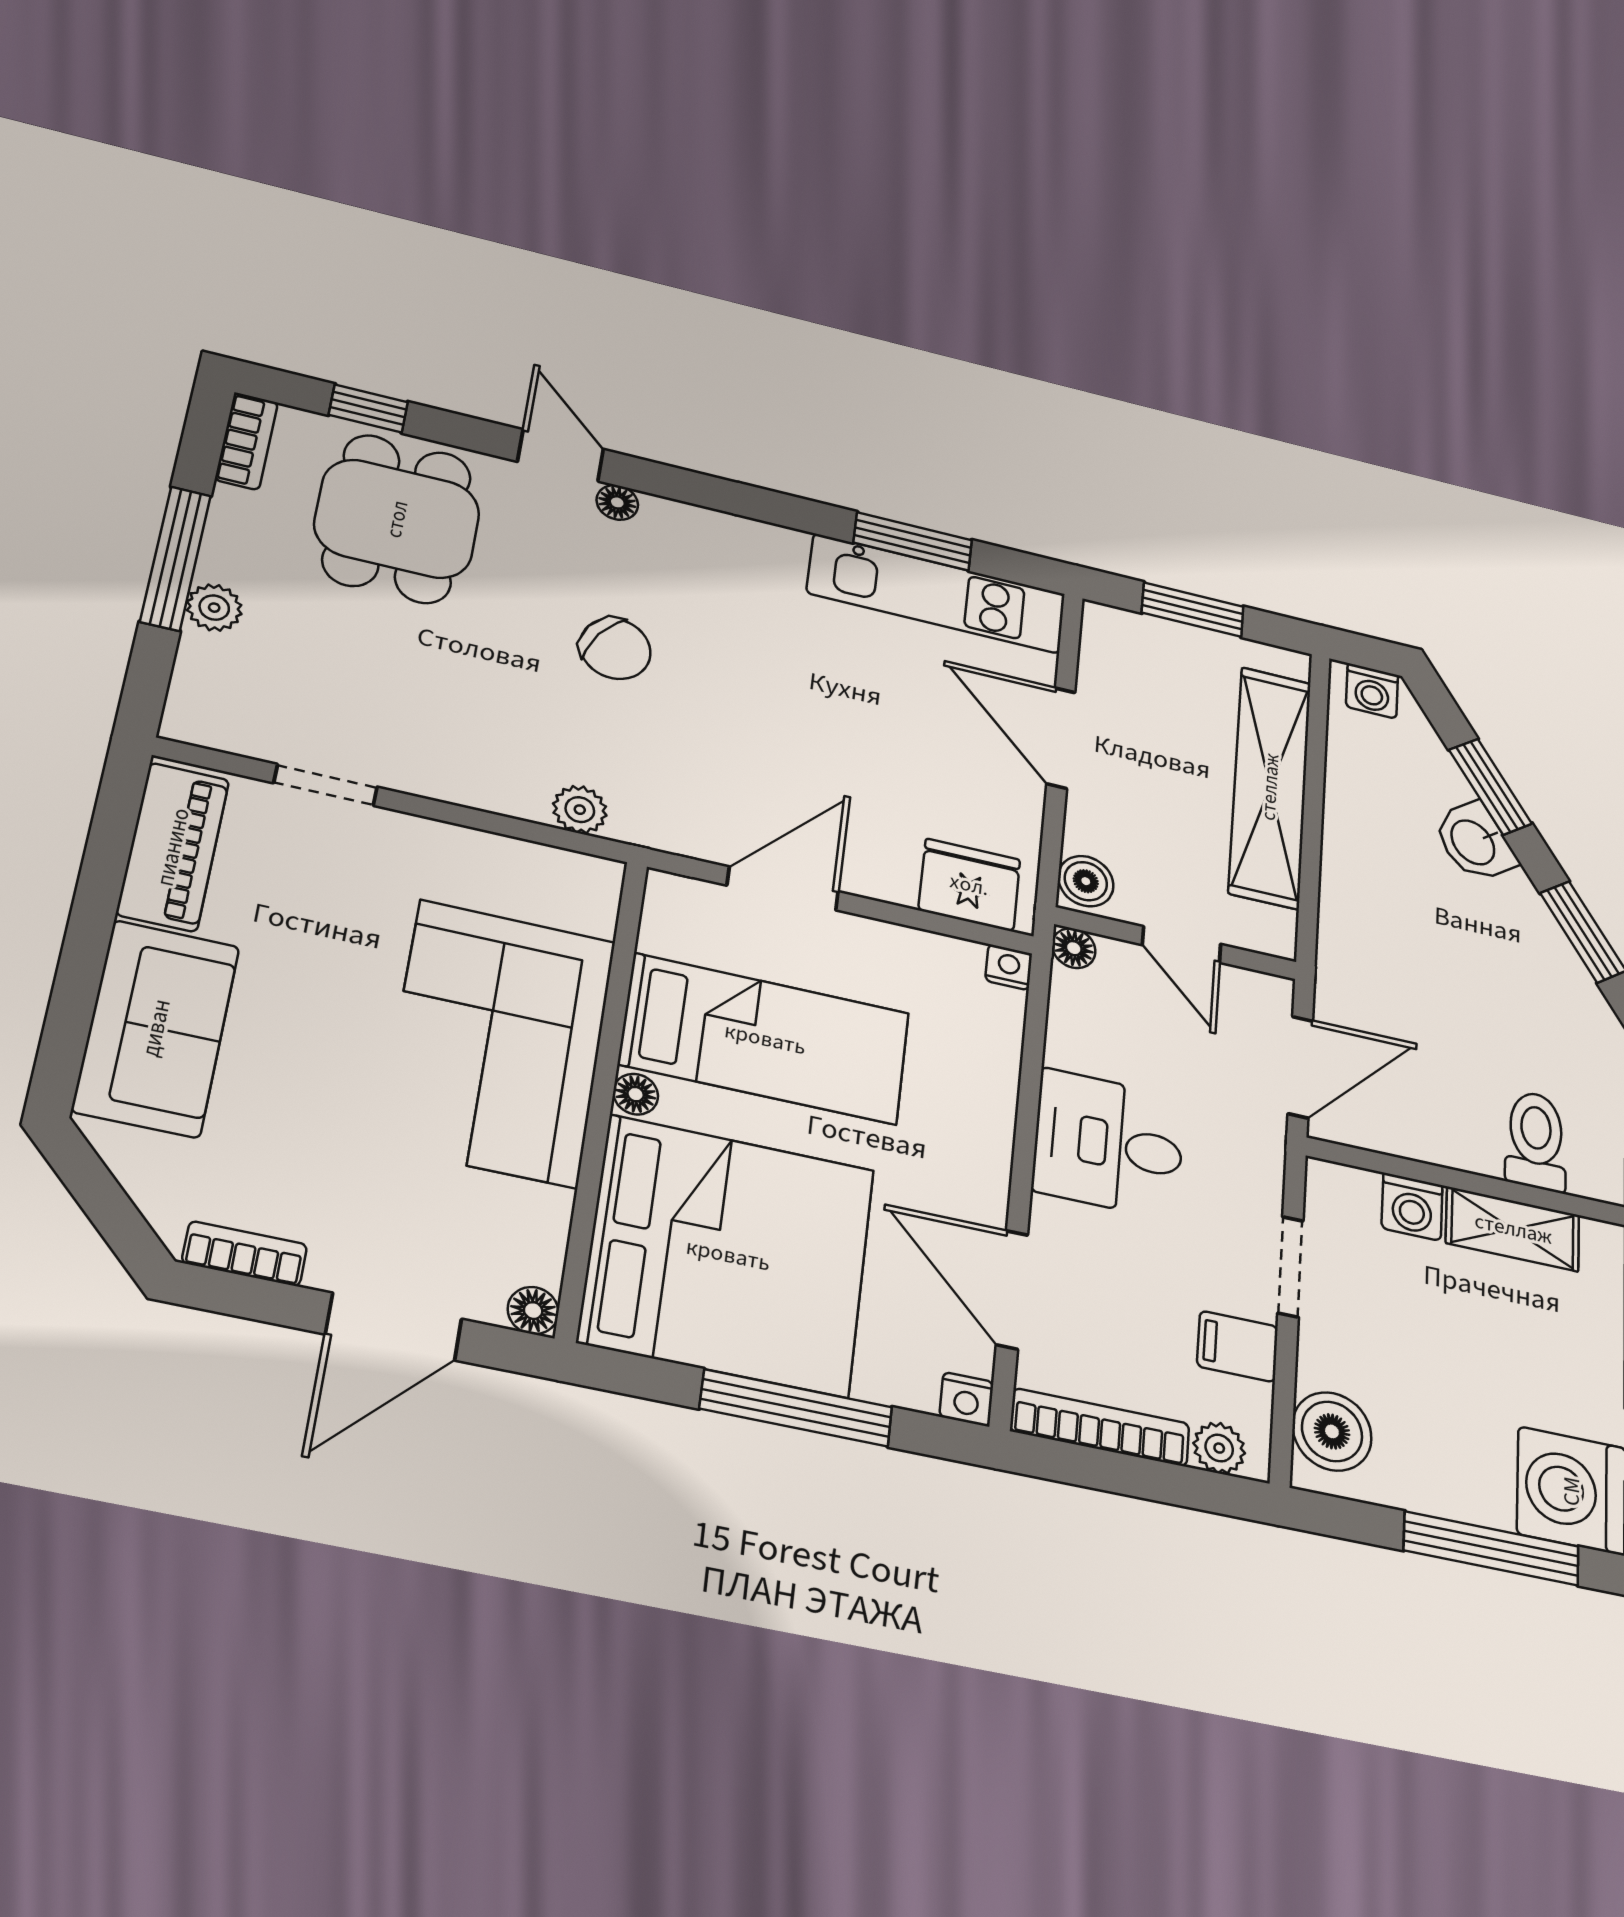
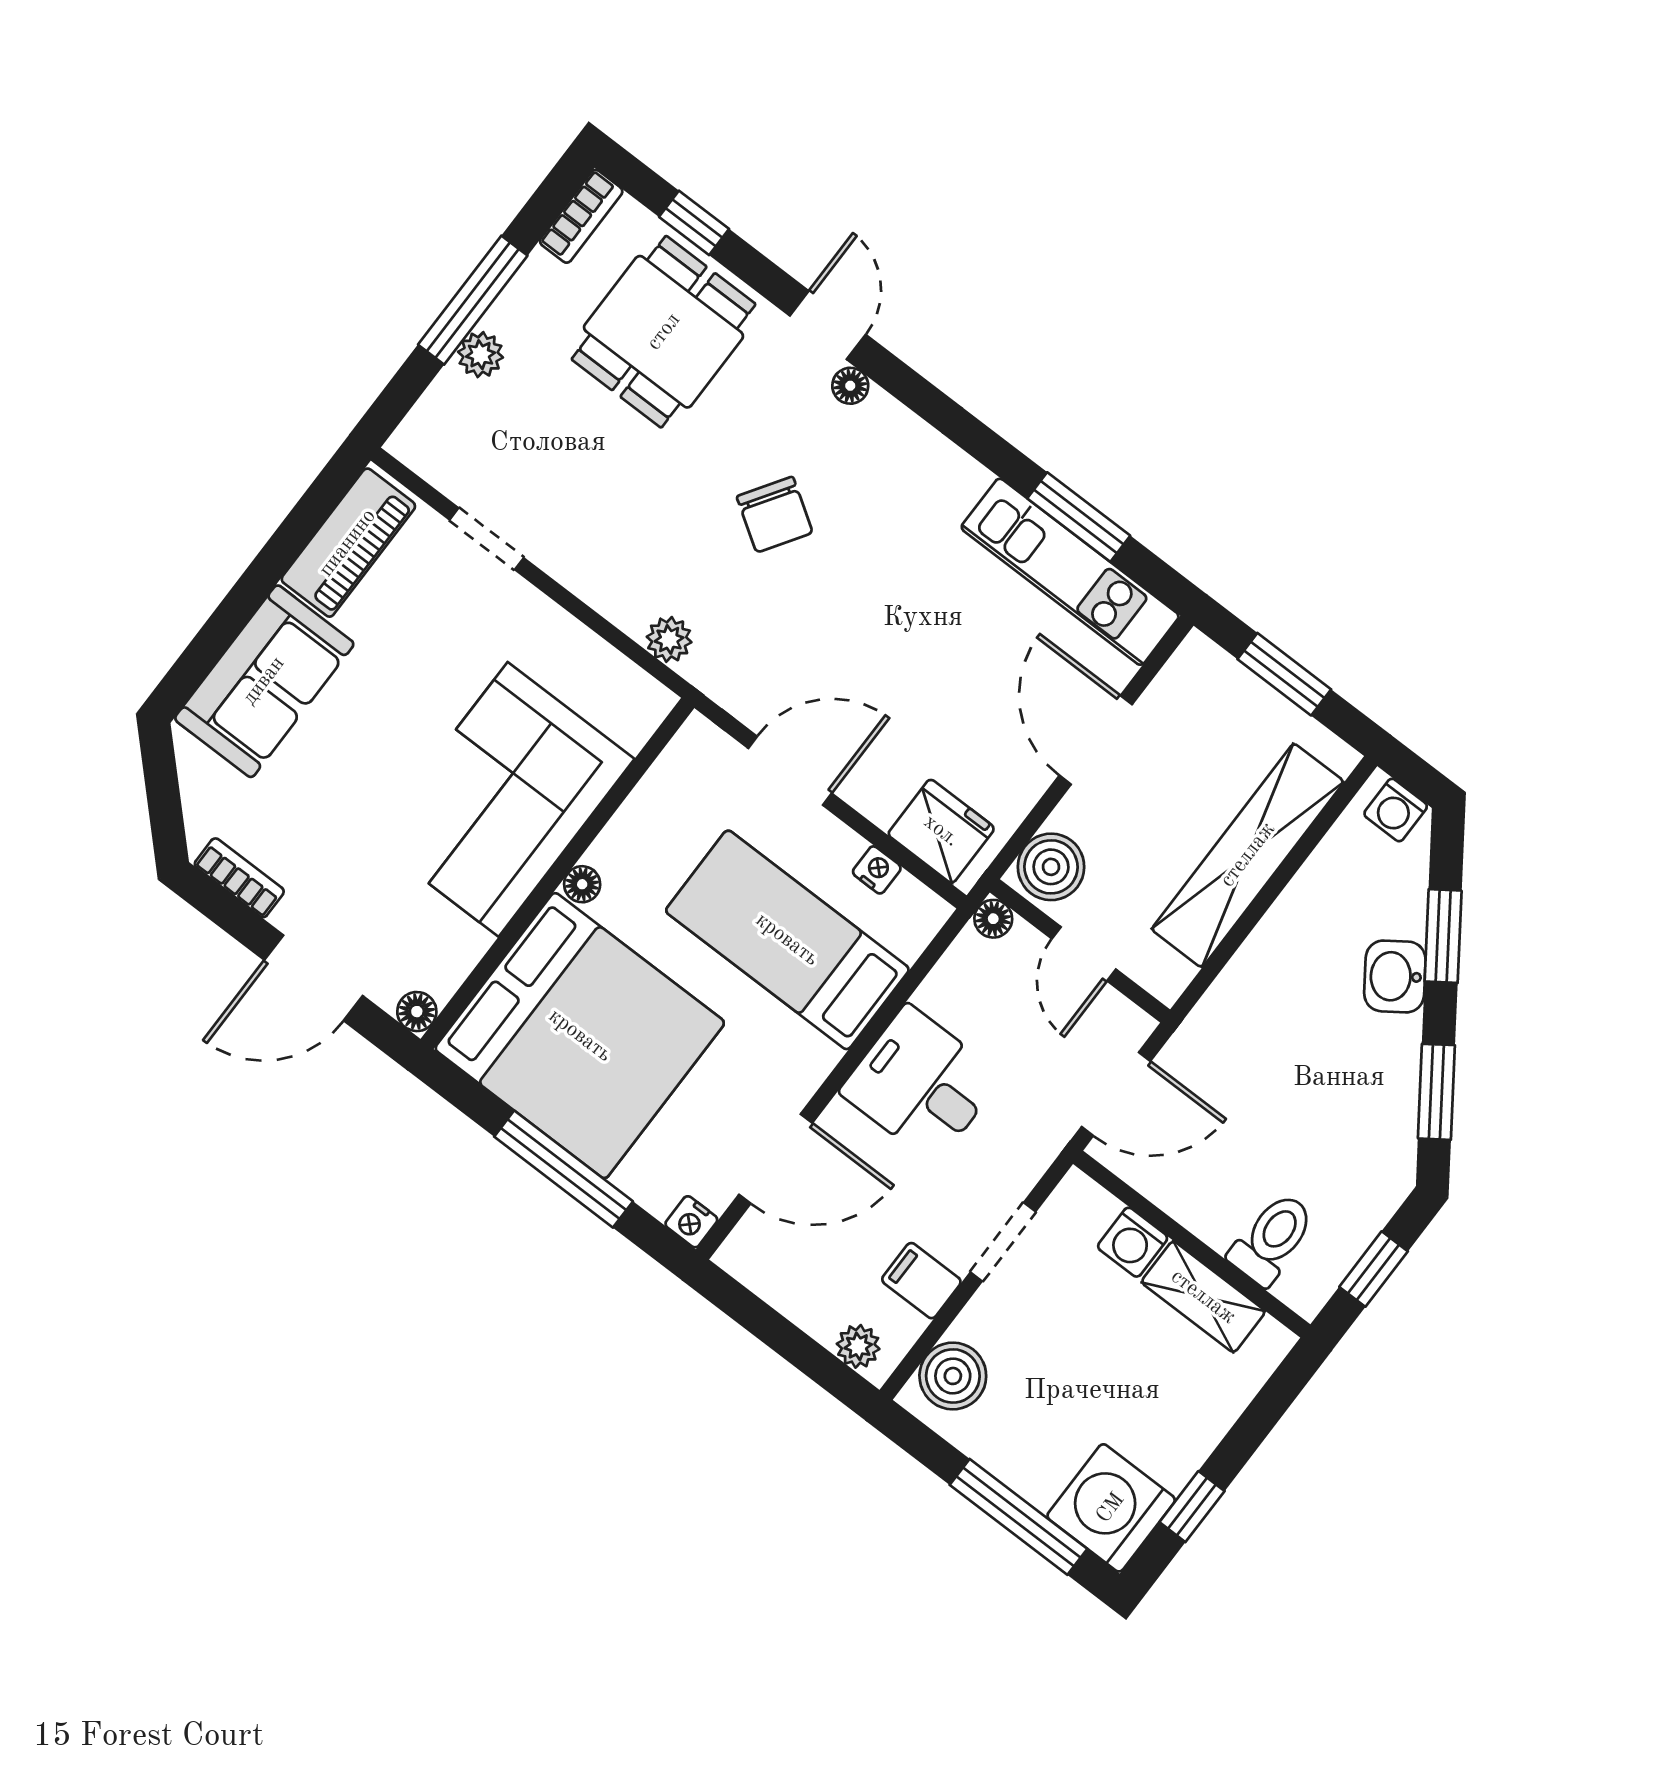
boiler: (1086, 881) -> (1051, 867), width x1.36, depth x1.36
nightstand: (1009, 967) -> (877, 870), moved
bed: (765, 1039) -> (787, 940), moved, turned 180
door: (1012, 1290) -> (776, 1159), swing flipped
bookcase: (1100, 1427) -> (778, 1289), removed

